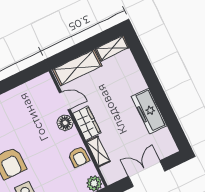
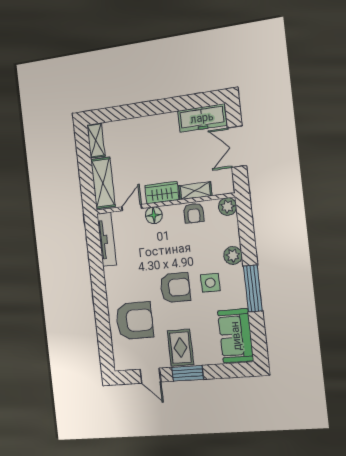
tv unit: (29, 88) -> (107, 239), added
freezer: (149, 111) -> (202, 118), moved
armchair: (79, 157) -> (194, 213), turned 90

